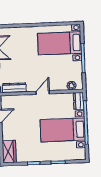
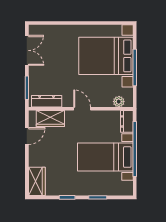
bed with nightstands: (60, 43) -> (106, 56), width x1.36
door: (43, 93) -> (82, 109), hinge flipped
wardrobe: (18, 101) -> (50, 119), added

